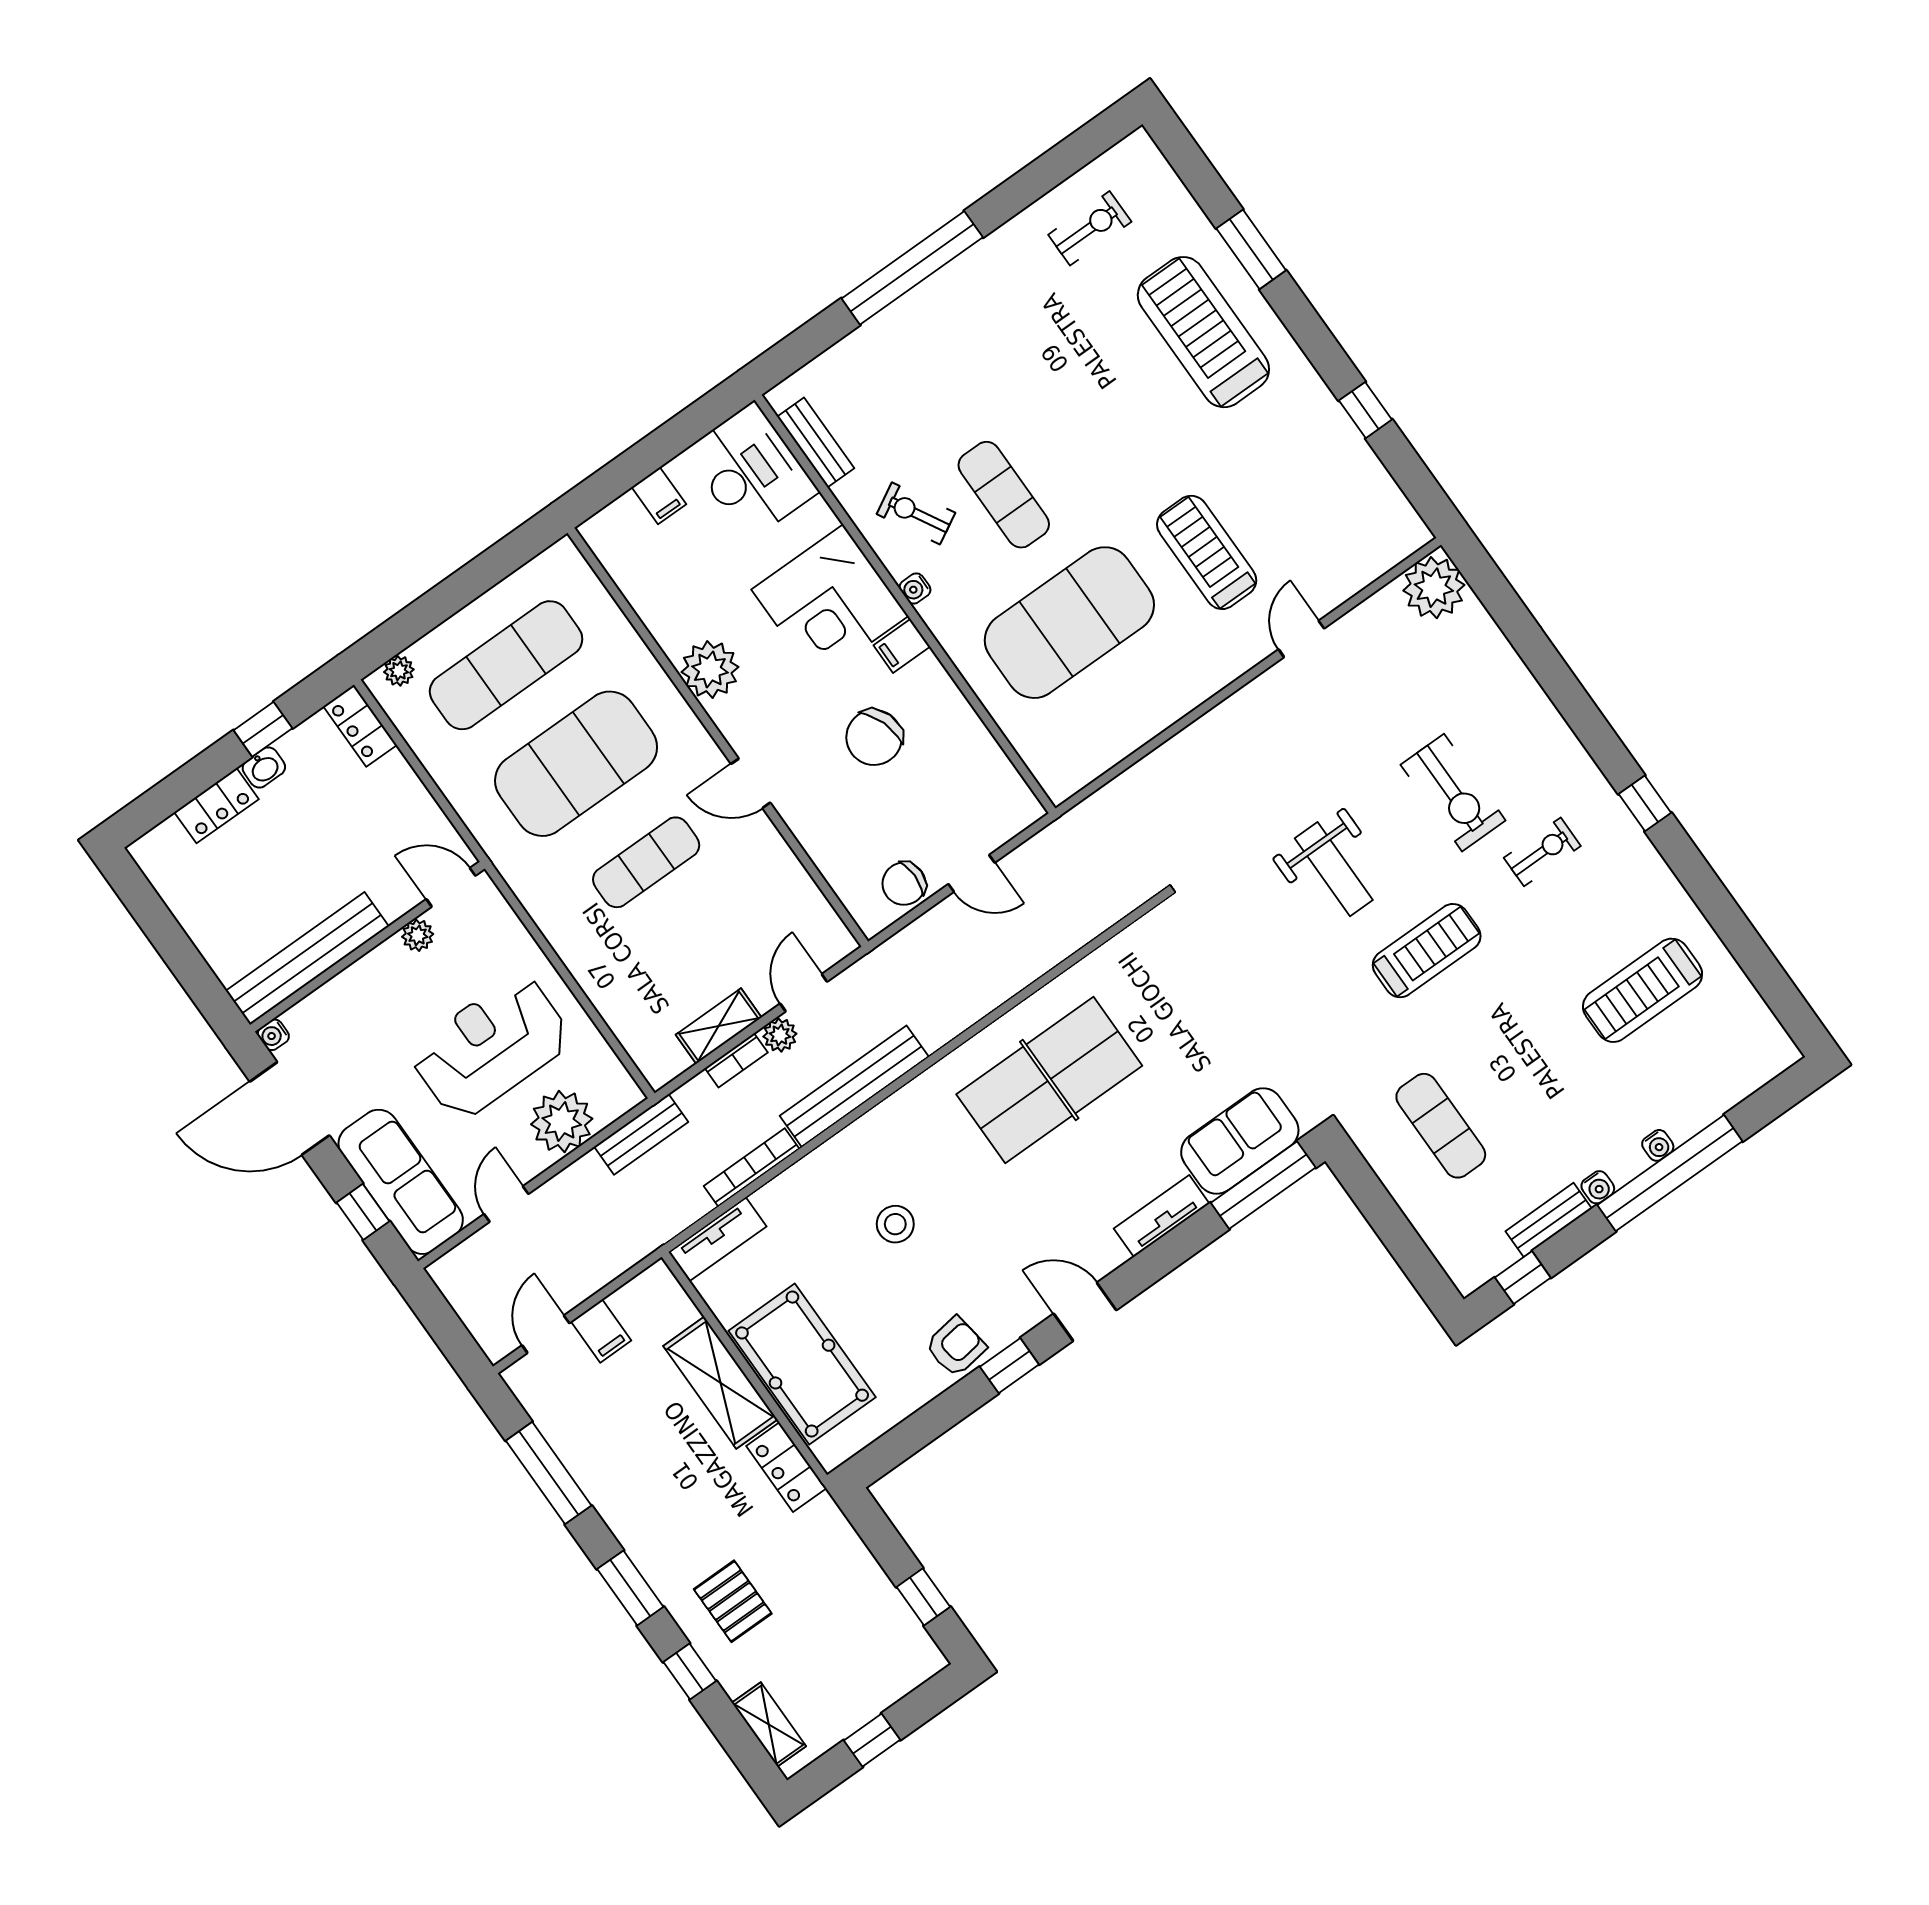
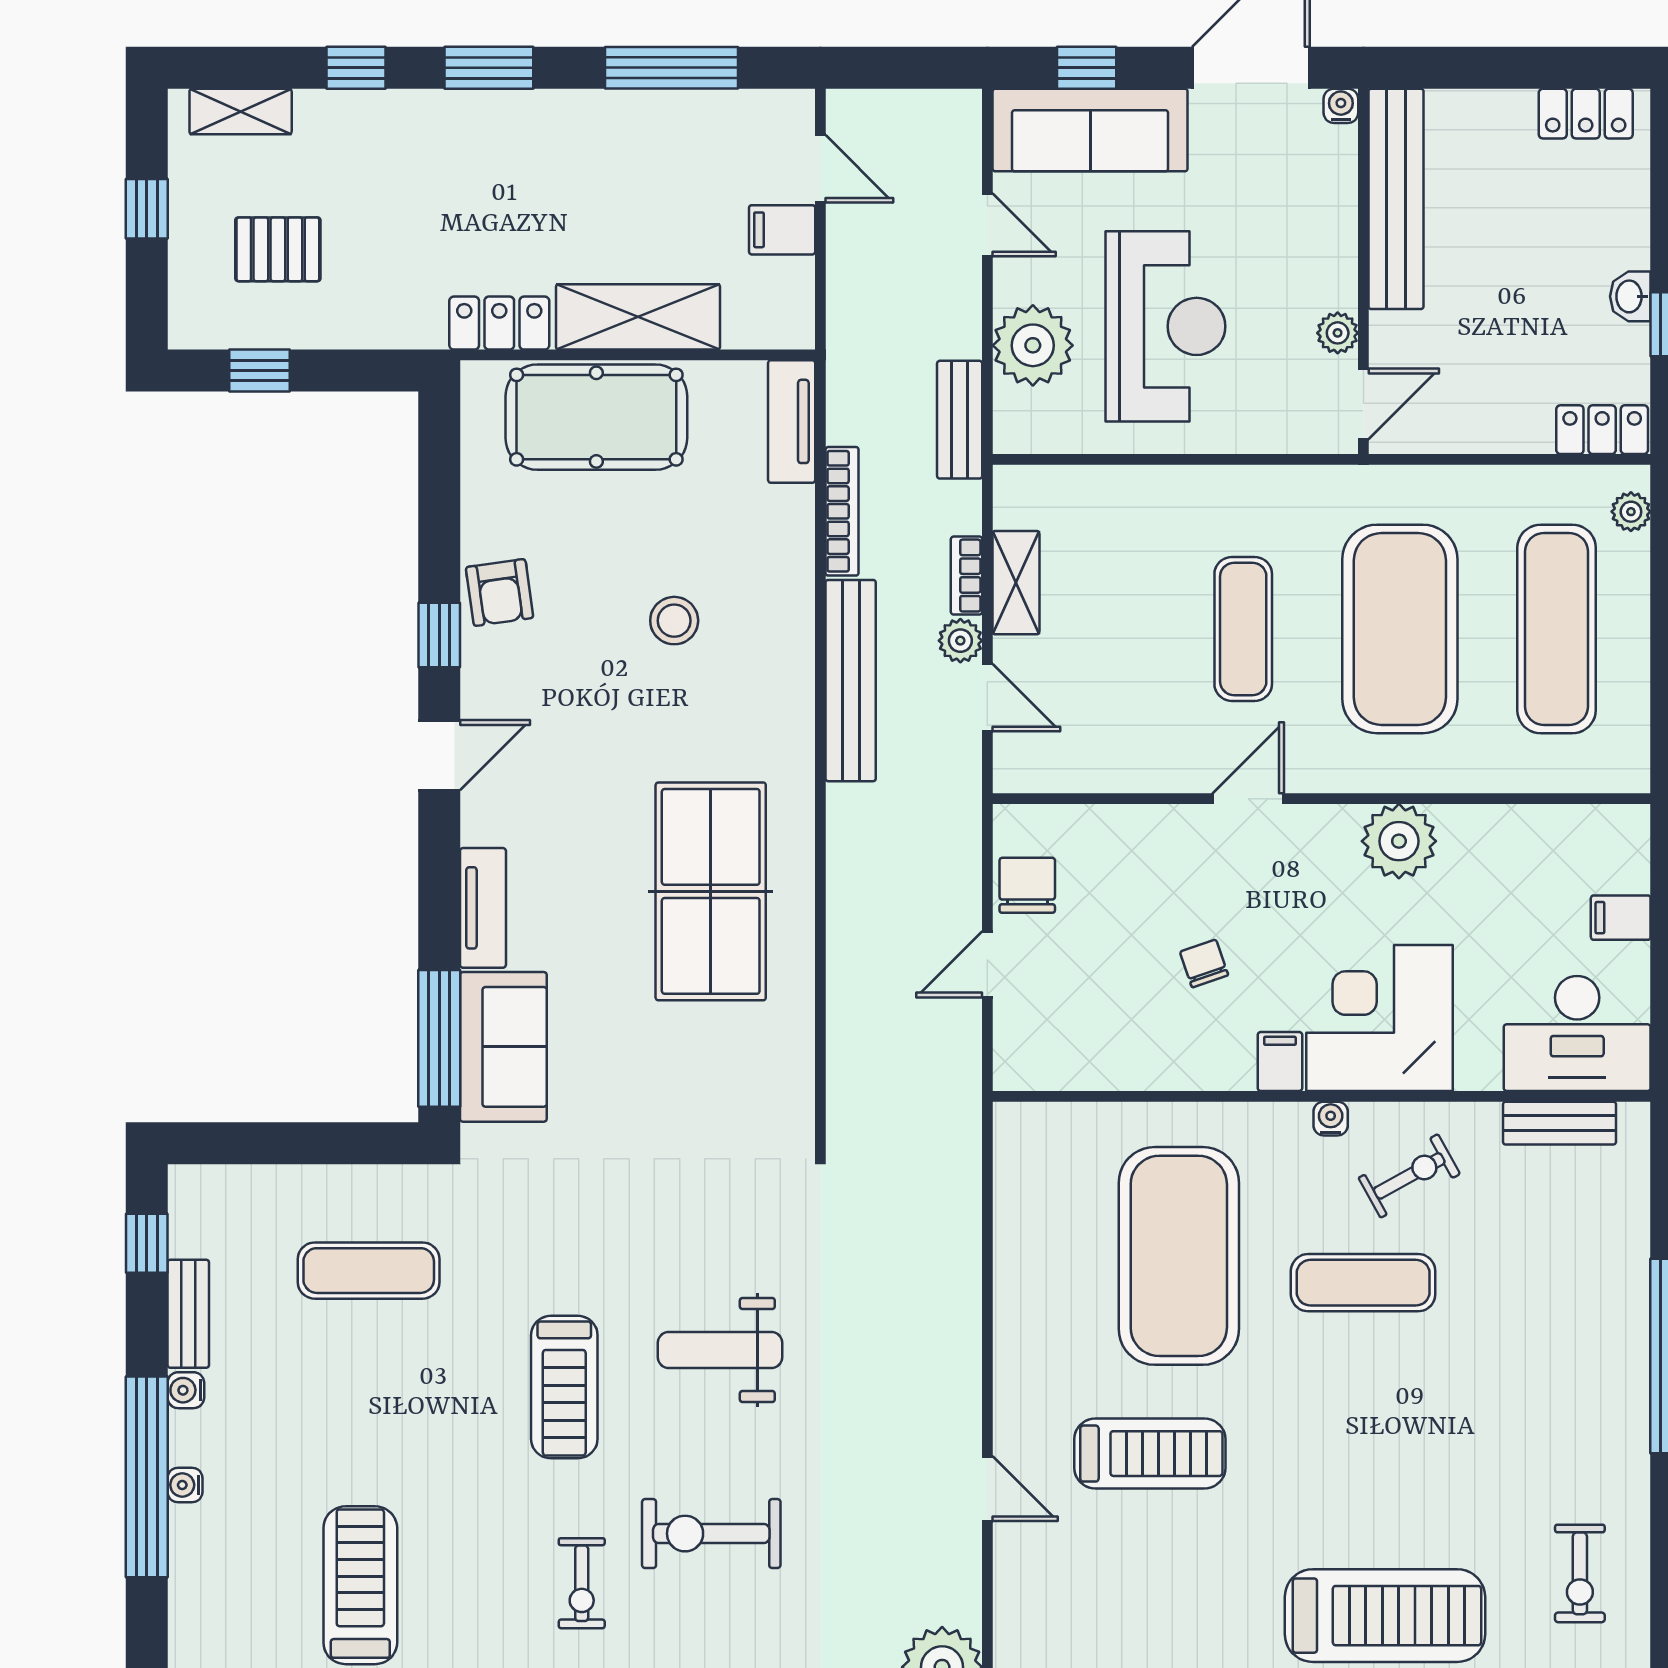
chair: (874, 737) -> (1204, 963), width x0.54, depth x0.54
locker: (217, 806) -> (1586, 114), moved, turned -90
pallet: (733, 1601) -> (278, 249), moved

